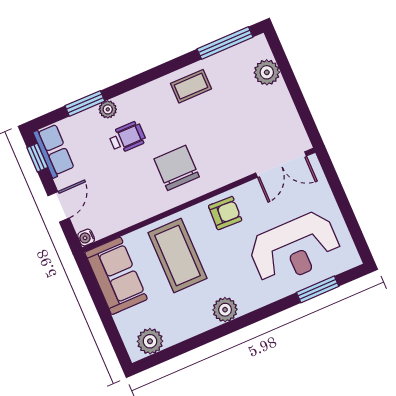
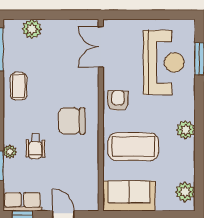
wheelchair: (127, 137) -> (35, 146), turned 180
double door: (281, 165) -> (101, 47), swing flipped
water cooler: (86, 237) -> (93, 205), removed

